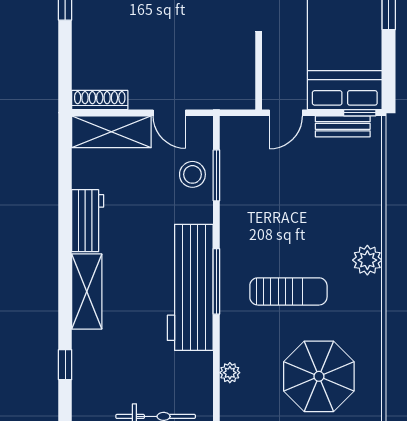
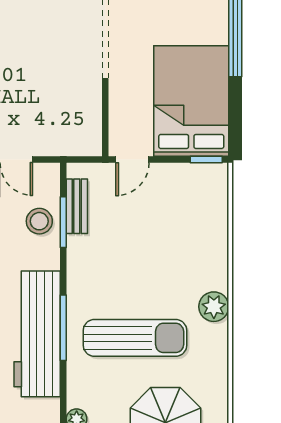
bench: (343, 126) -> (77, 206), moved, turned 90
sun lounger: (288, 291) -> (135, 338), width x1.36, depth x1.34

